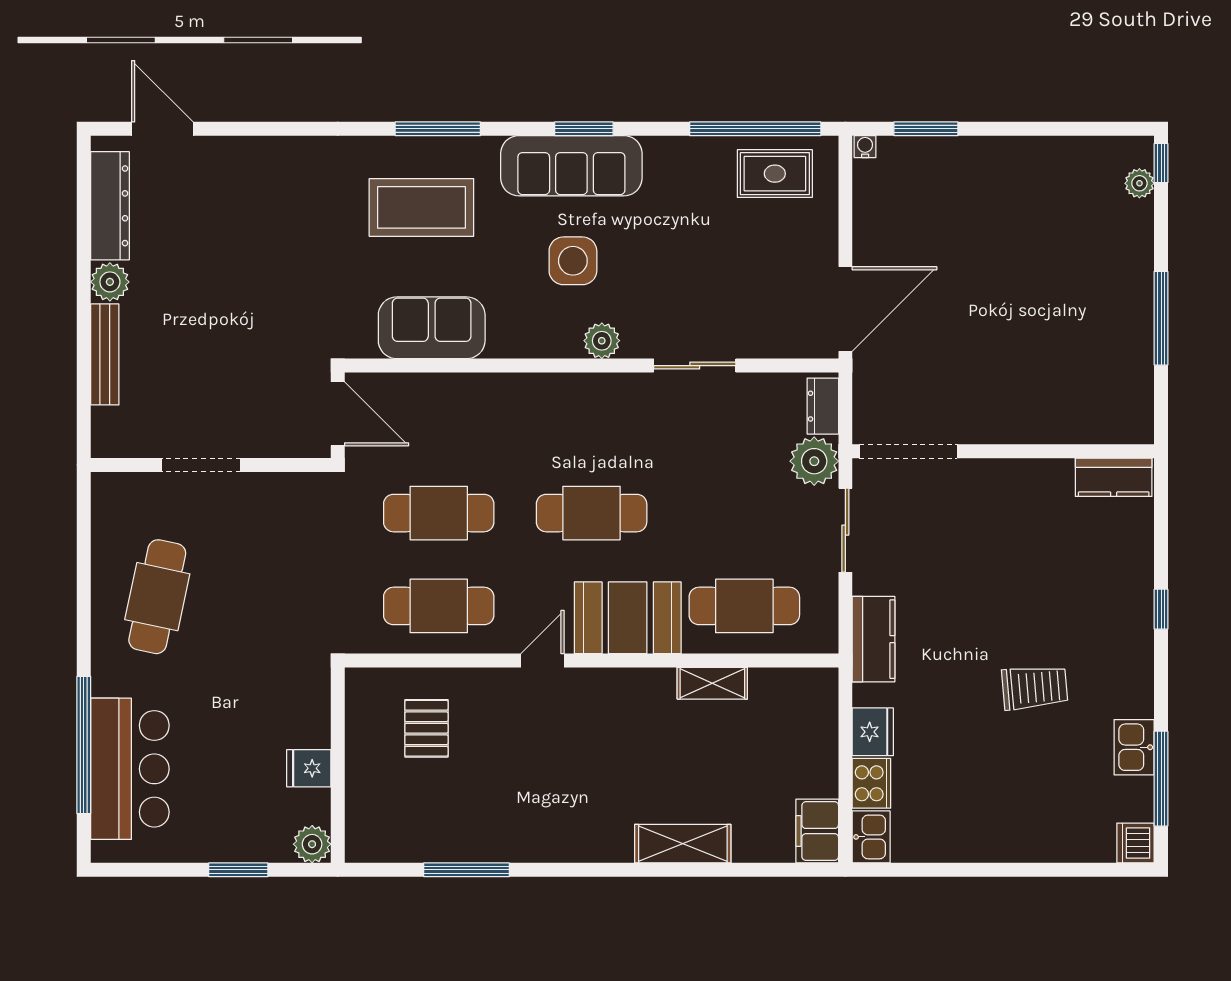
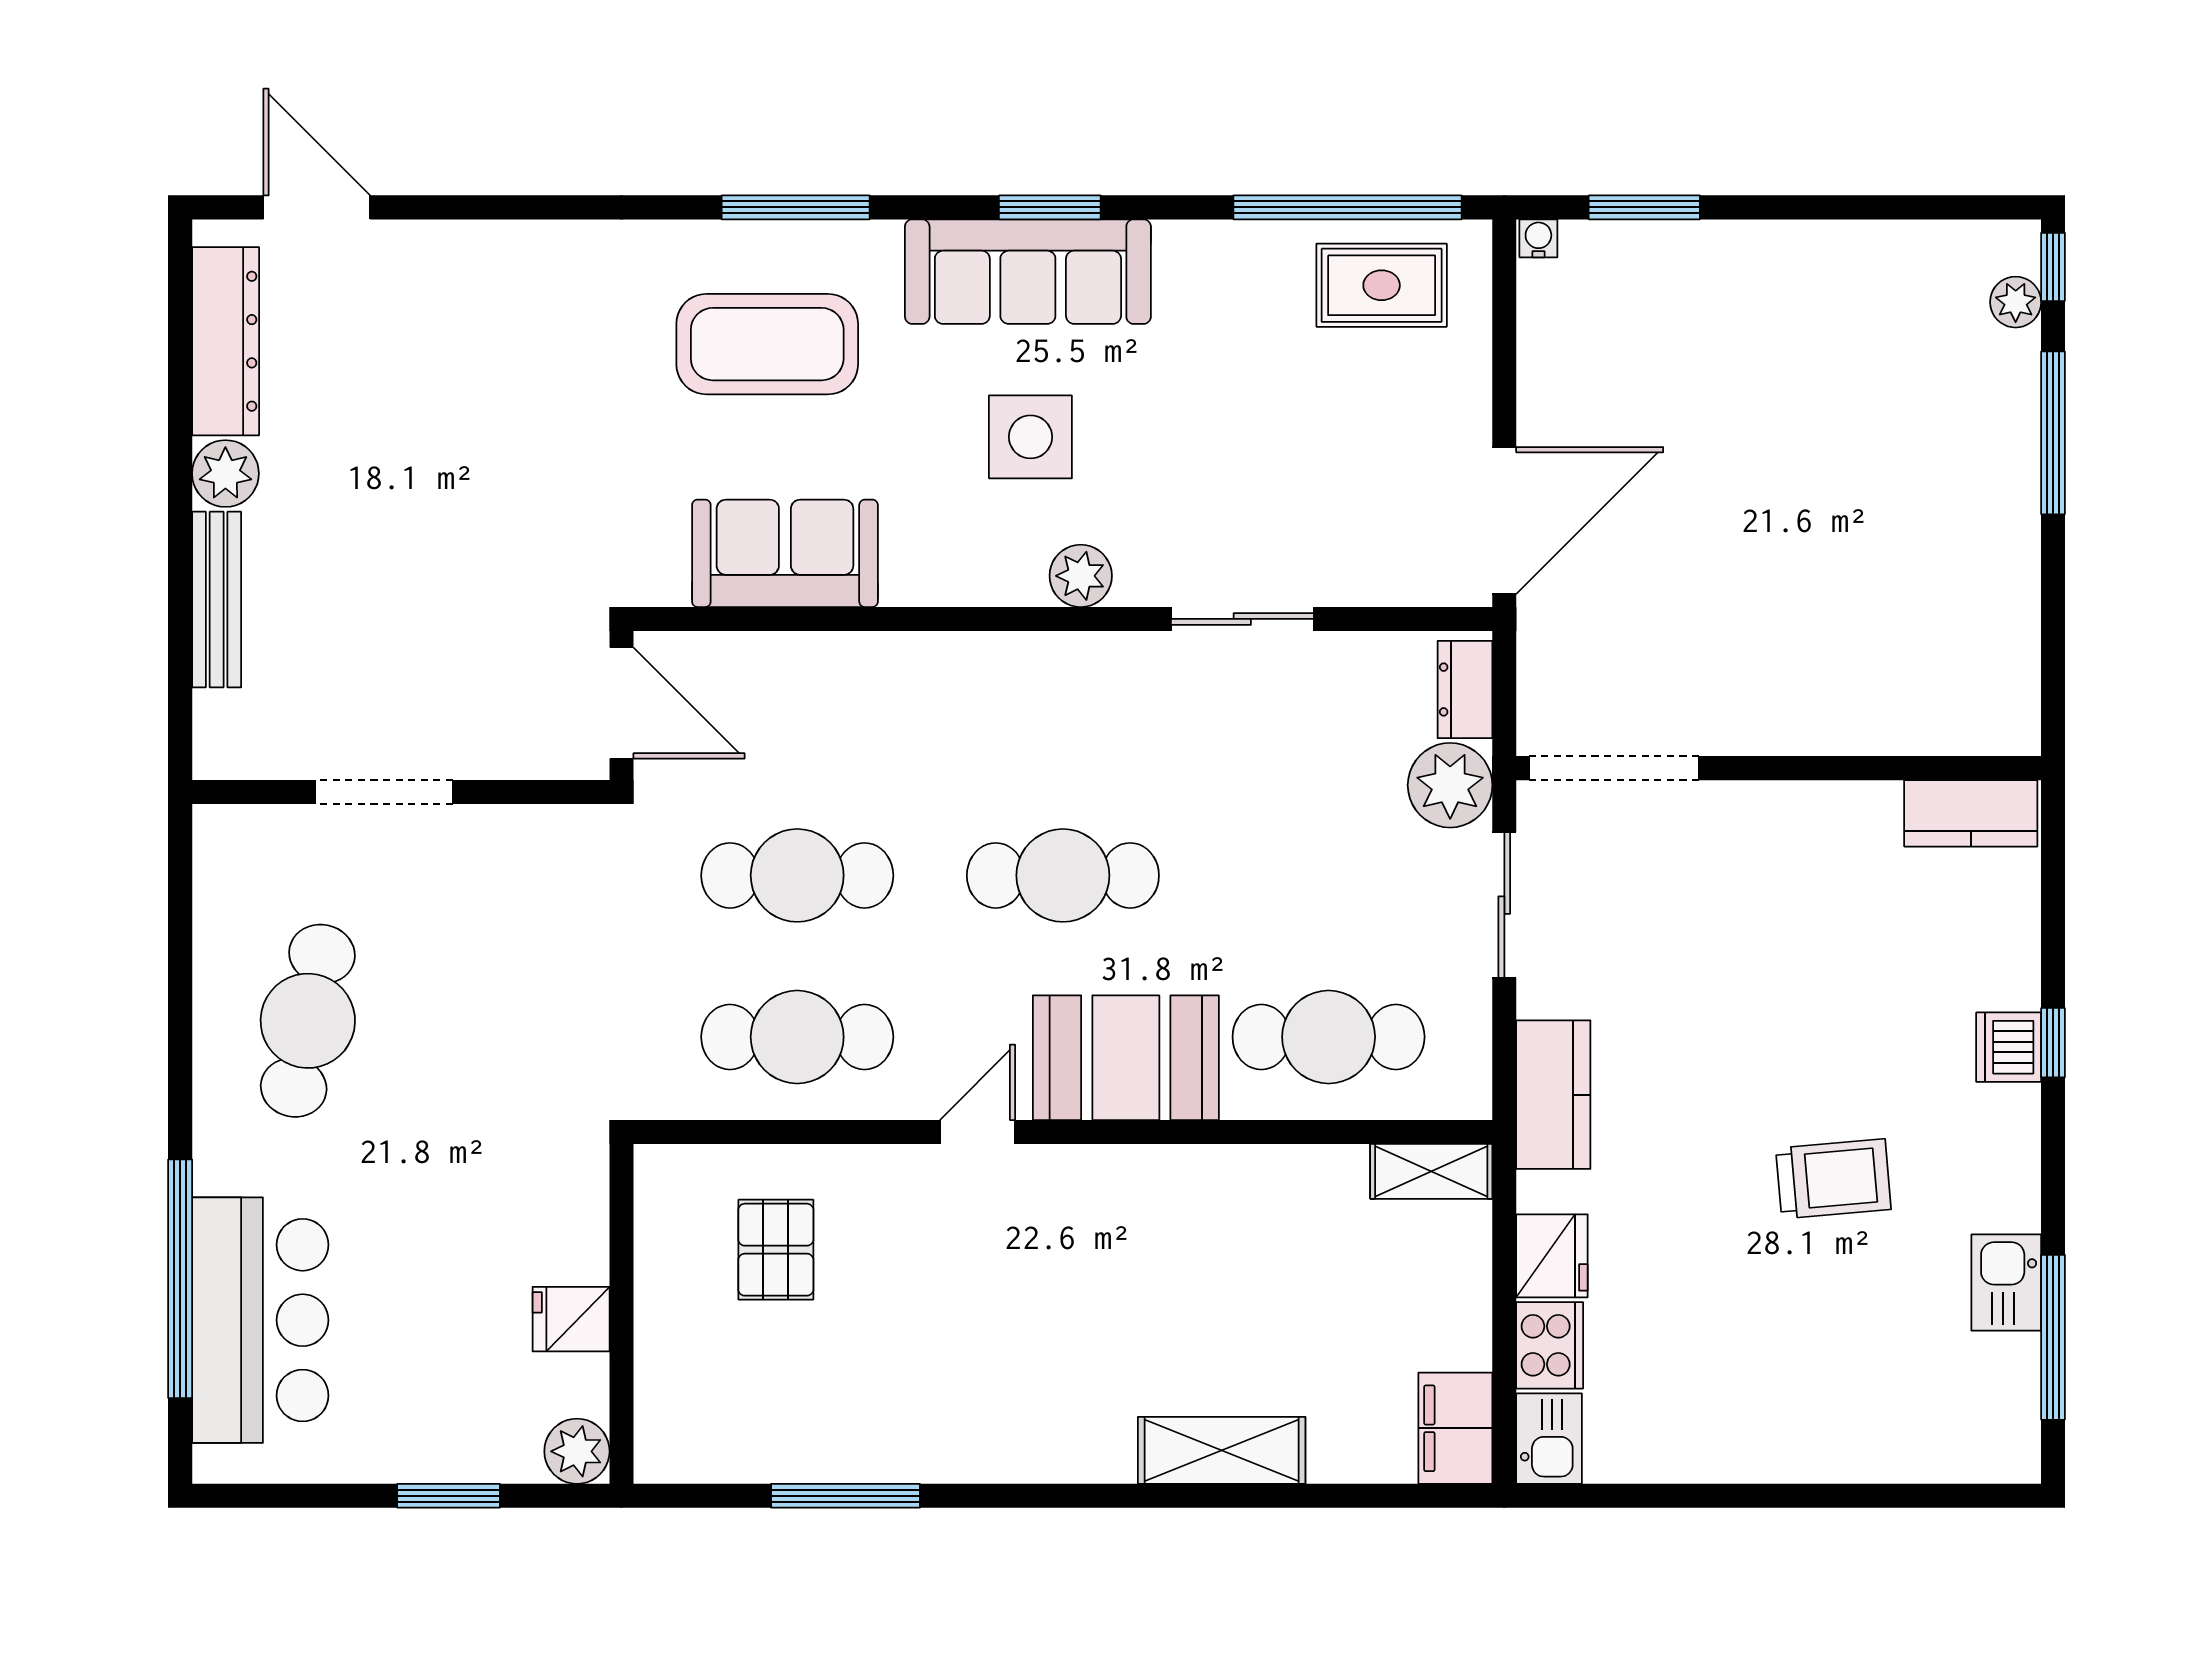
window: (1161, 318) -> (2053, 433), moved
shelving: (712, 683) -> (1431, 1171), moved
dishwasher: (1135, 843) -> (2009, 1047), moved

